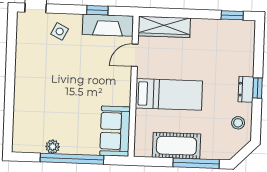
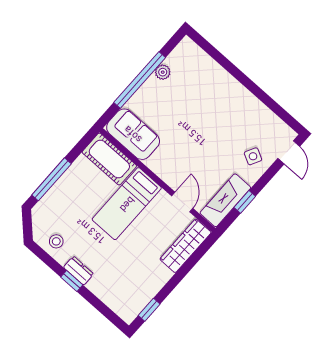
cot: (176, 146) -> (109, 159), moved, turned 90

